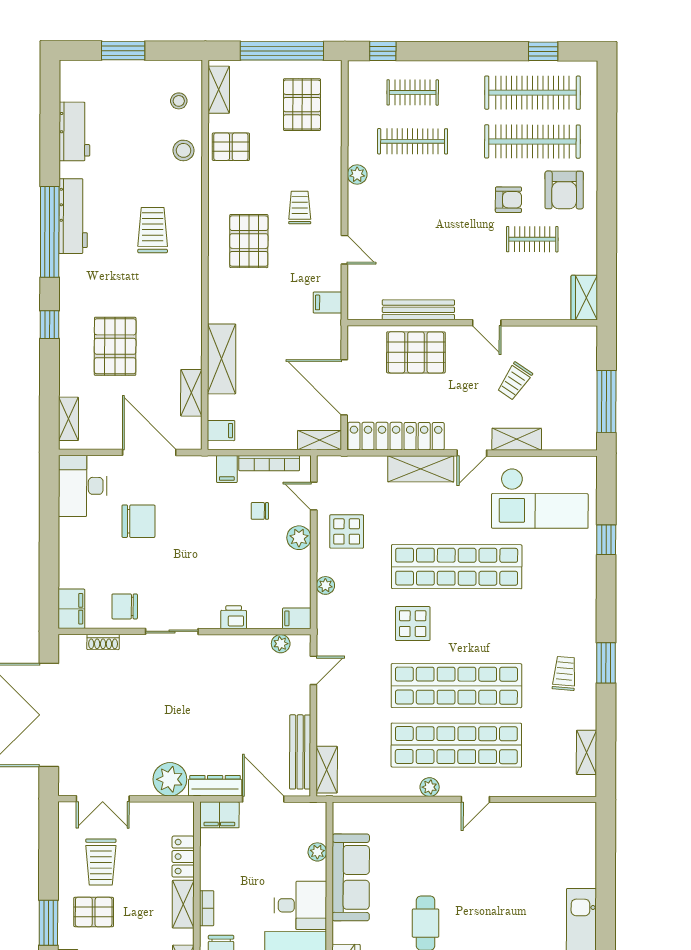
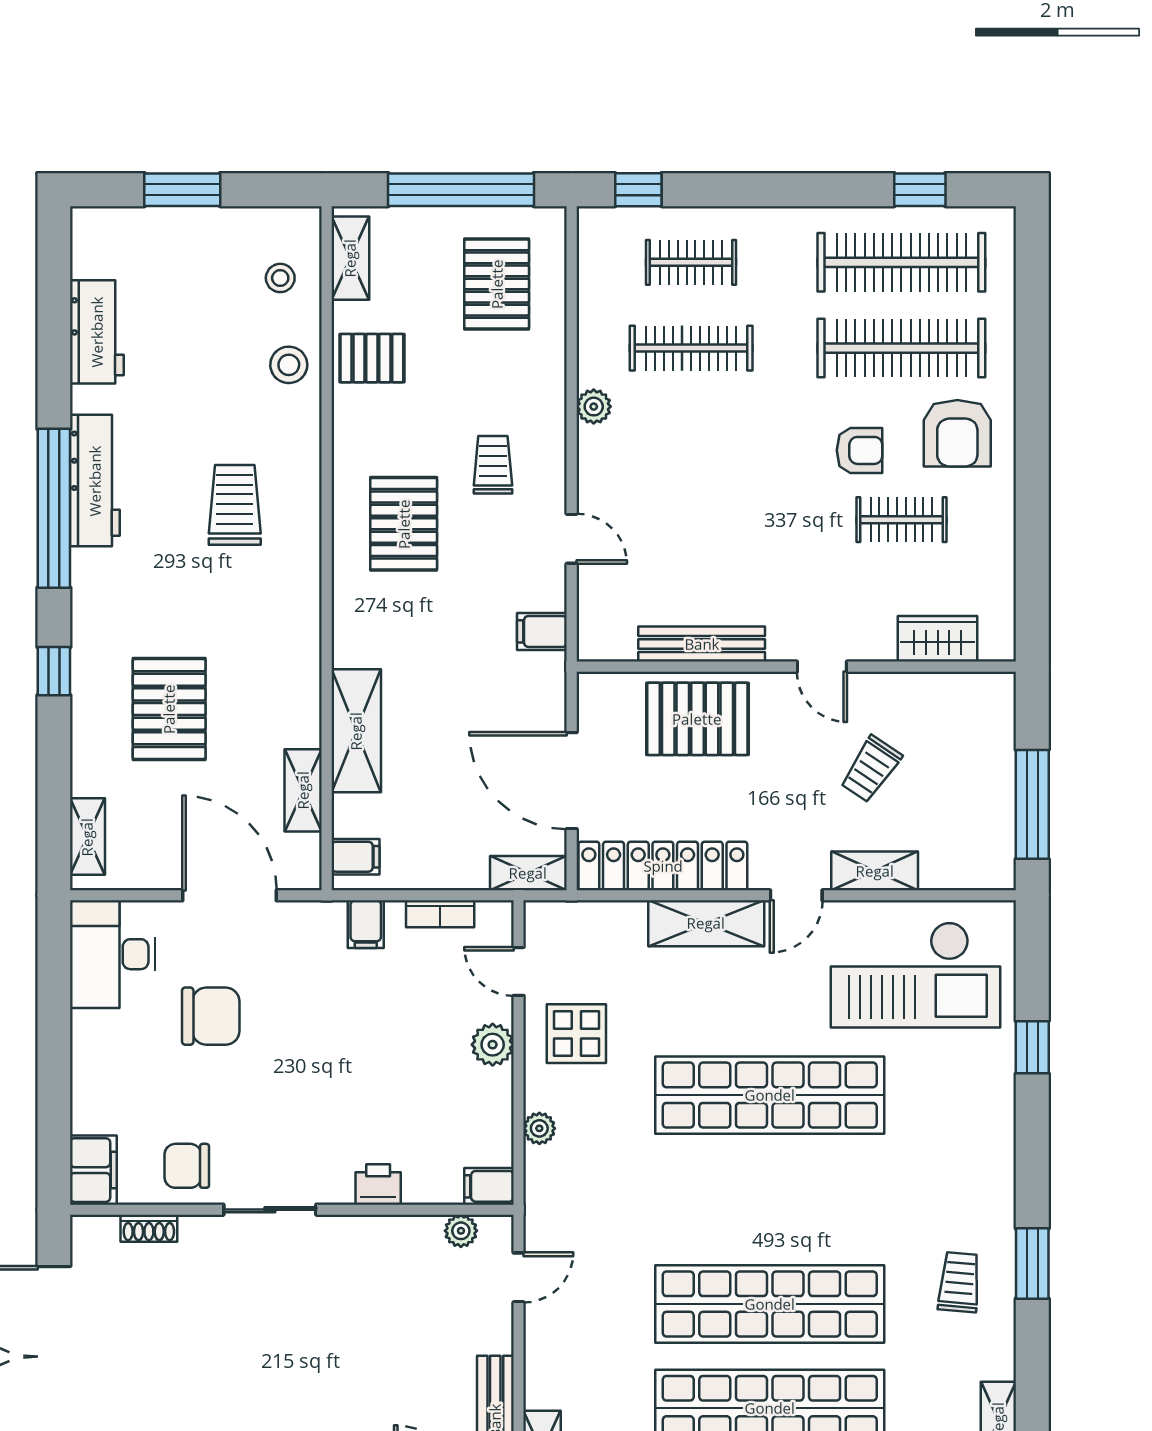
wardrobe: (584, 298) -> (938, 639), moved, turned 90
bookcase: (269, 463) -> (440, 914), width x0.64
chair: (260, 511) -> (424, 998), removed
display table: (413, 624) -> (693, 1195), removed

